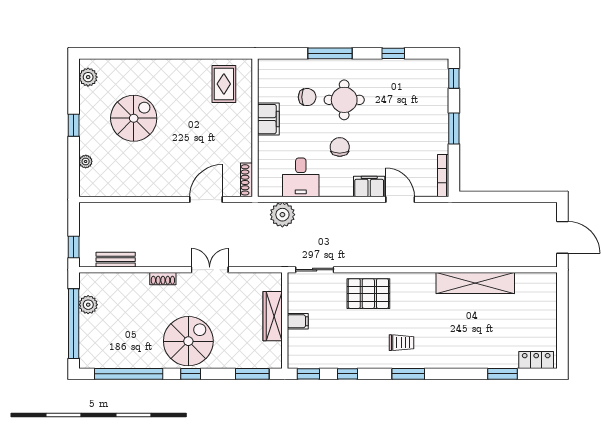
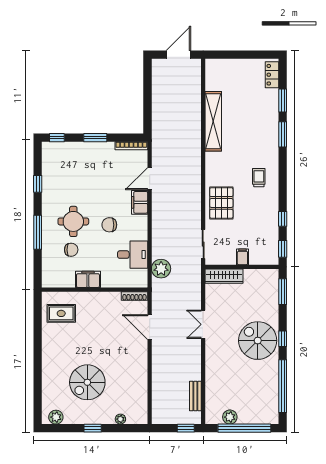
chair: (307, 97) -> (71, 250), turned 90
spiral stairs: (134, 118) -> (87, 382), turned -90
shoe rack: (163, 279) -> (210, 360), removed
wardrobe: (273, 316) -> (224, 276), moved
window: (408, 374) -> (283, 134), moved

